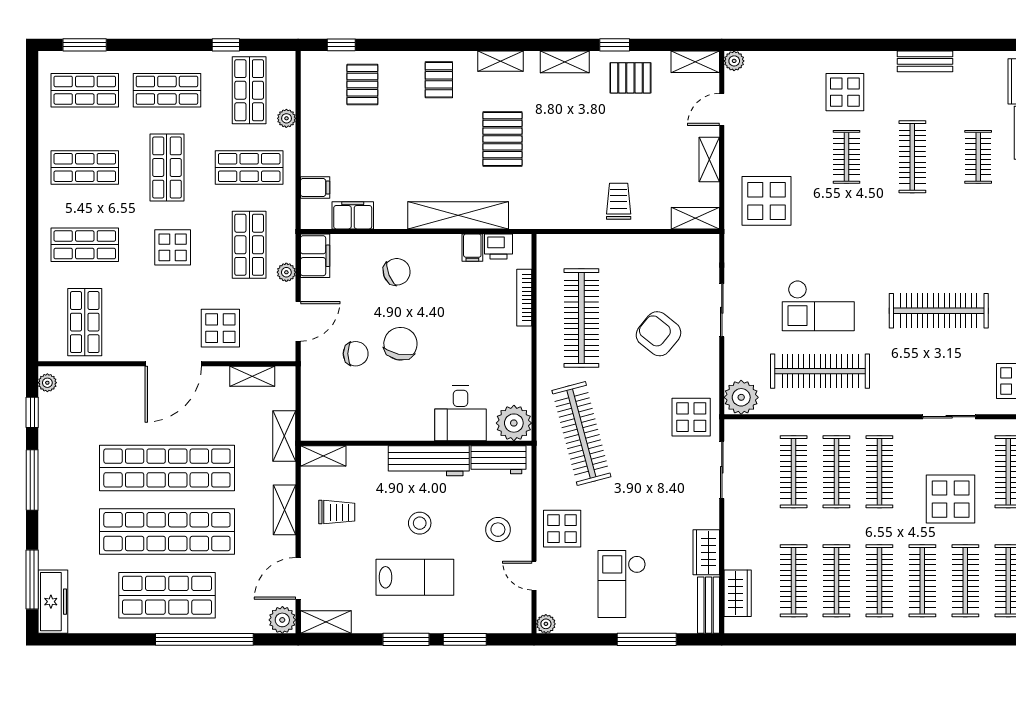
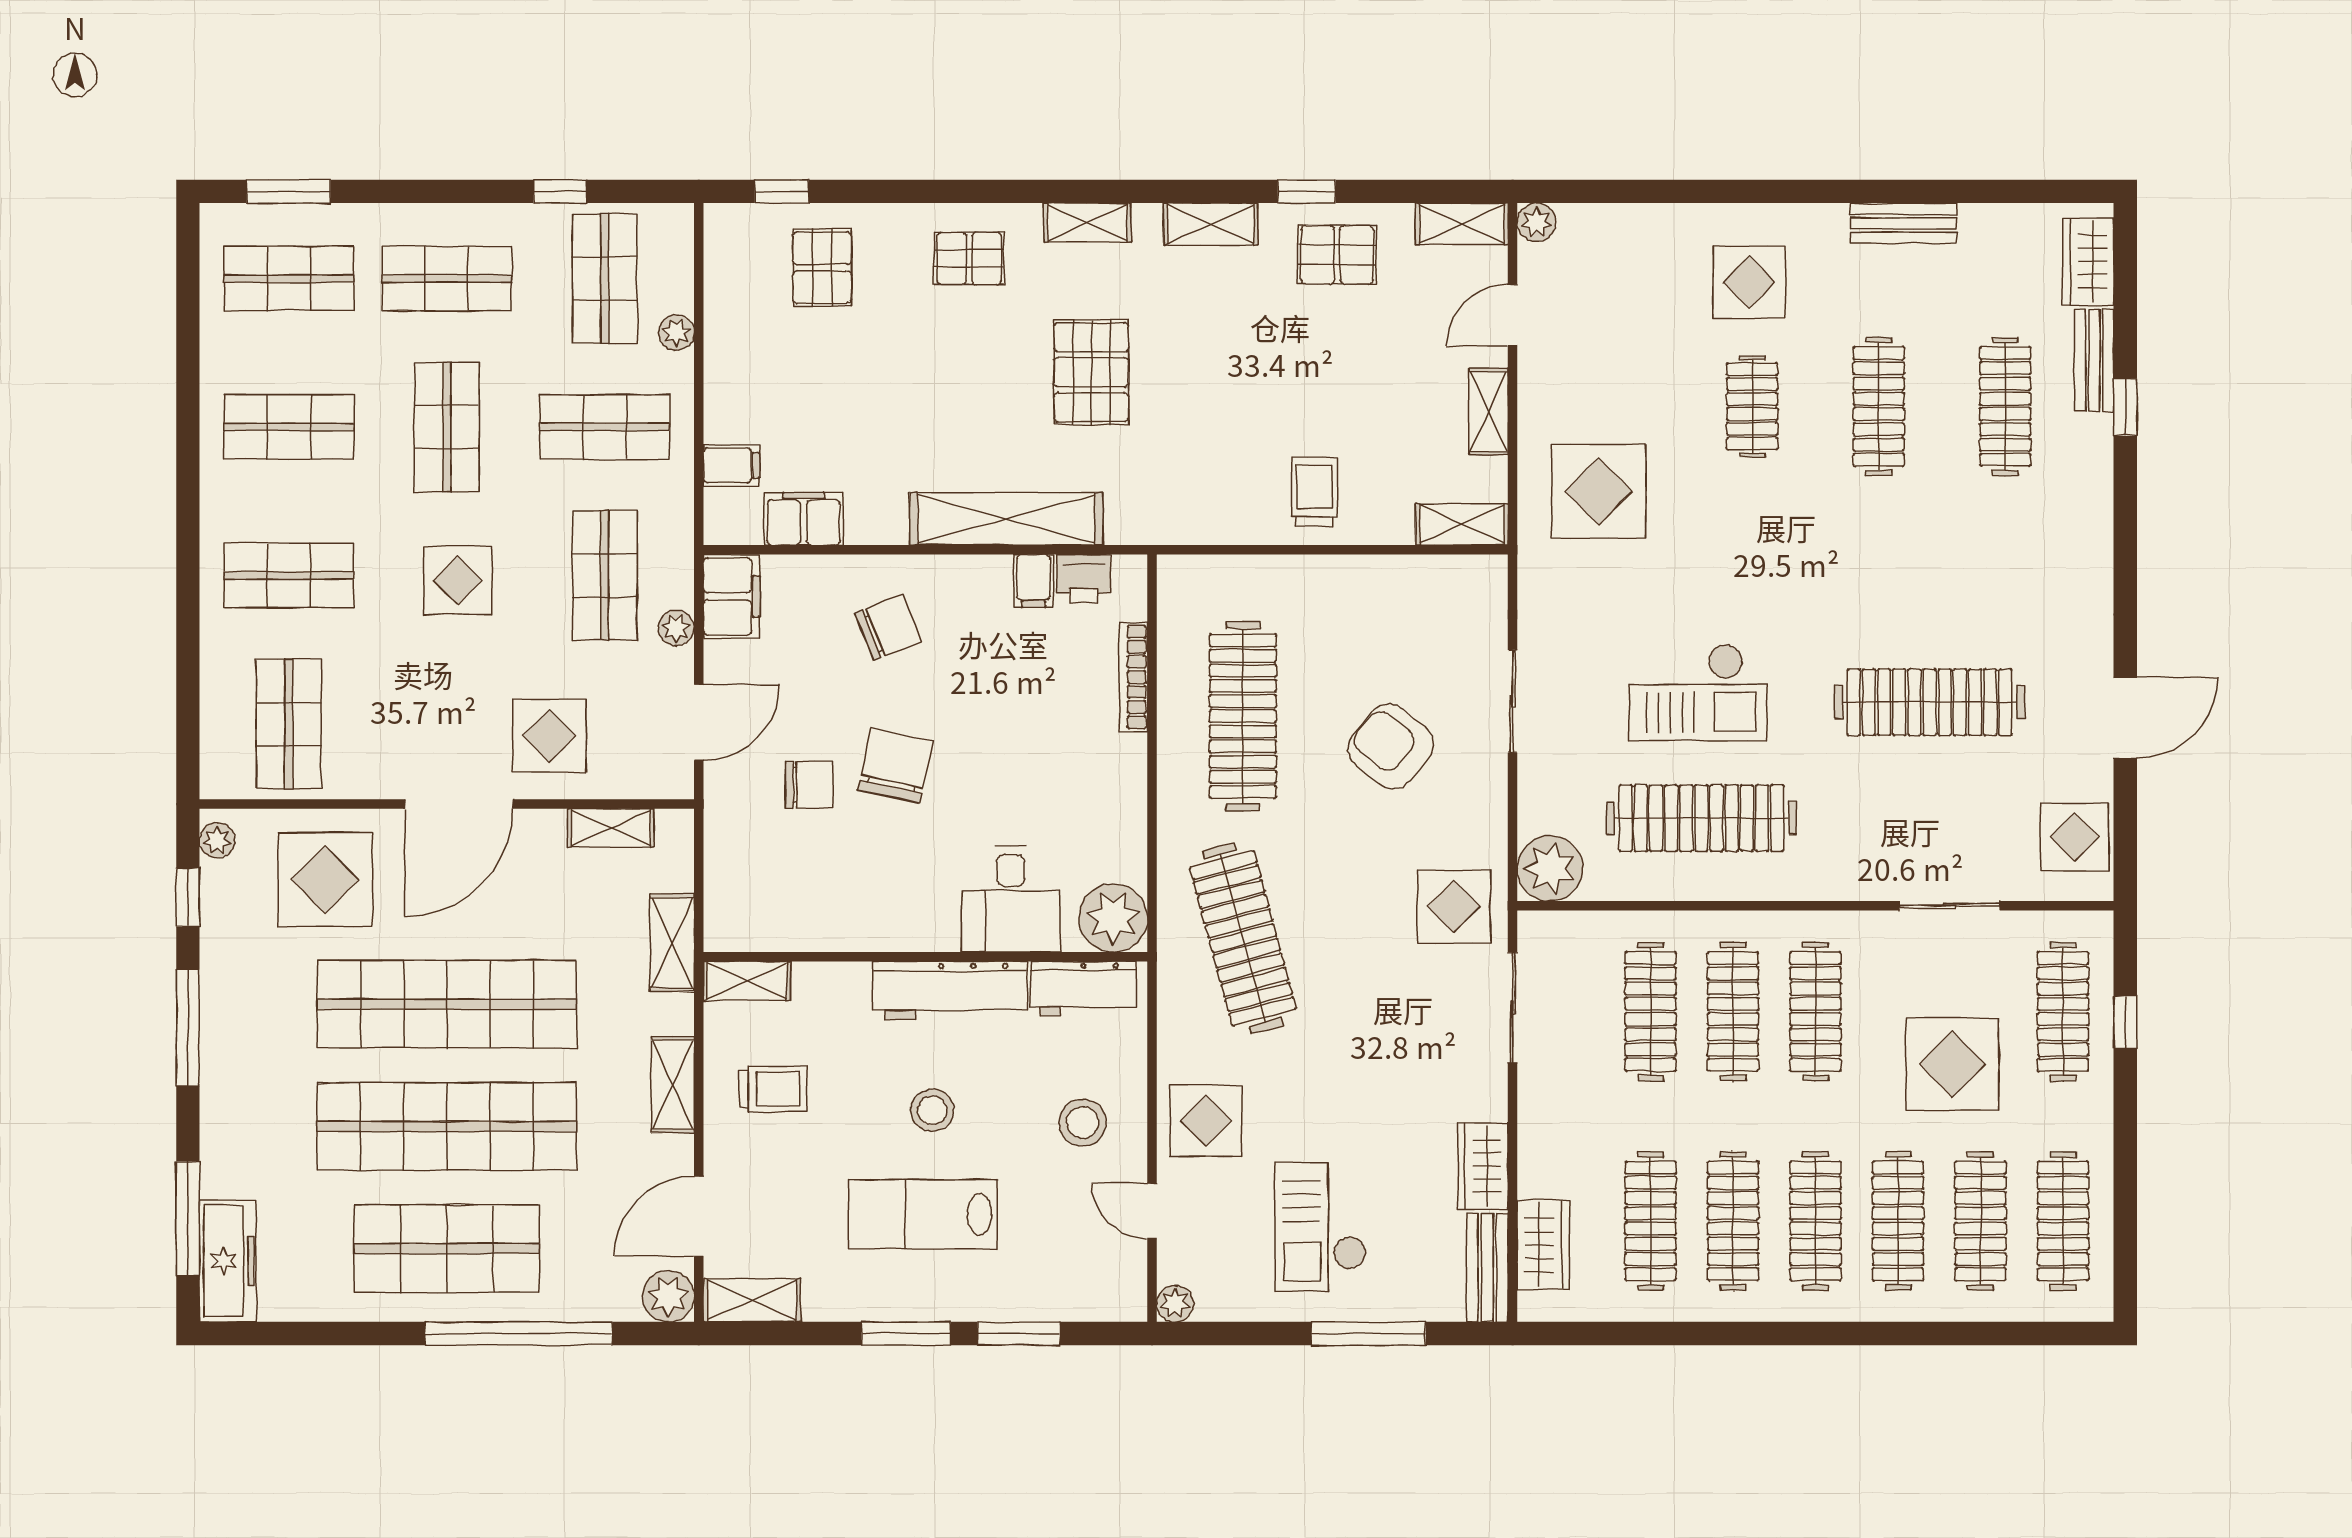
pallet: (439, 80) -> (969, 258), turned 90
clothes rail: (978, 157) -> (2005, 406), width x1.36
display table: (104, 403) -> (325, 880), added
lab bench: (415, 577) -> (923, 1214), turned 180

